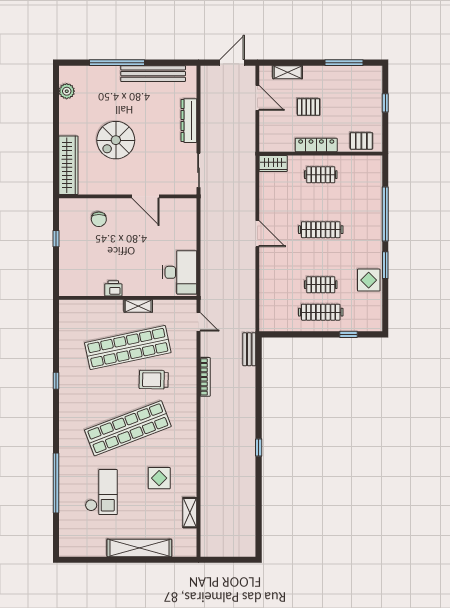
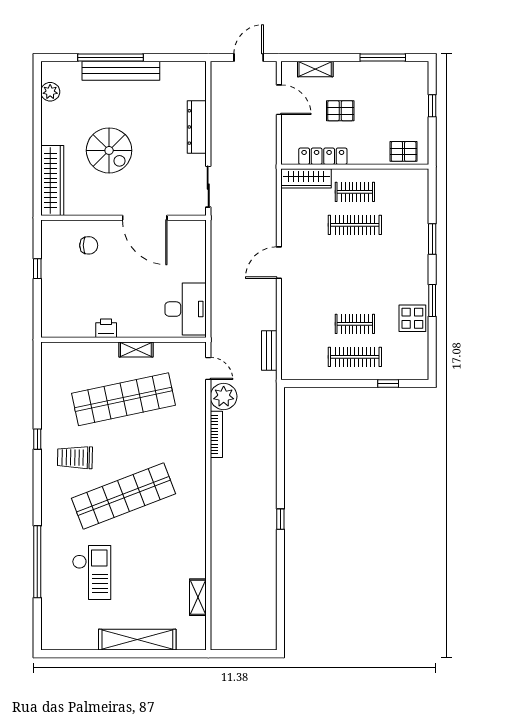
bench: (153, 74) -> (121, 71), moved
spiral stairs: (116, 140) -> (109, 150), turned -90
locker: (316, 145) -> (323, 156), moved
wardrobe: (273, 163) -> (306, 178), width x1.50
door: (146, 196) -> (145, 218), width x1.36
window: (385, 214) -> (432, 239), width x0.47
chair: (99, 219) -> (89, 245), turned -90
clothes rail: (321, 230) -> (355, 225), moved
door: (257, 234) -> (279, 263), swing flipped
plant: (211, 345) -> (224, 396), added
bench: (249, 349) -> (269, 351), moved
trolley: (154, 380) -> (75, 458), moved
display table: (159, 478) -> (161, 556), removed

